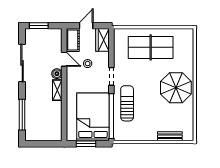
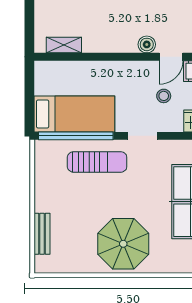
shelving: (57, 90) -> (64, 45), moved
bed: (93, 117) -> (74, 114), width x0.67
window: (86, 144) -> (29, 93), removed

